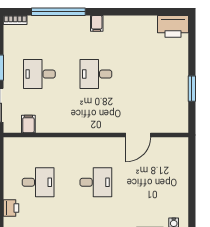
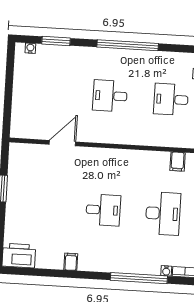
water cooler: (33, 20) -> (166, 271), added
filing cabinet: (97, 23) -> (71, 262), moved
desk: (39, 74) -> (163, 214), width x1.37

